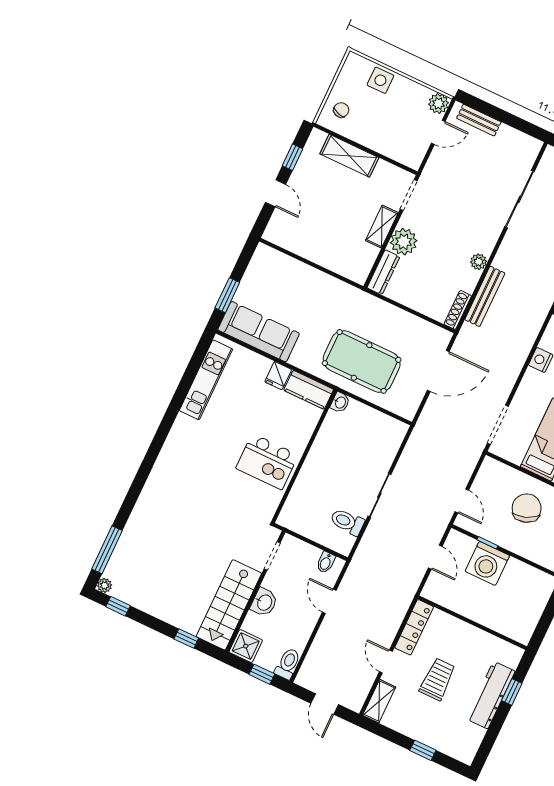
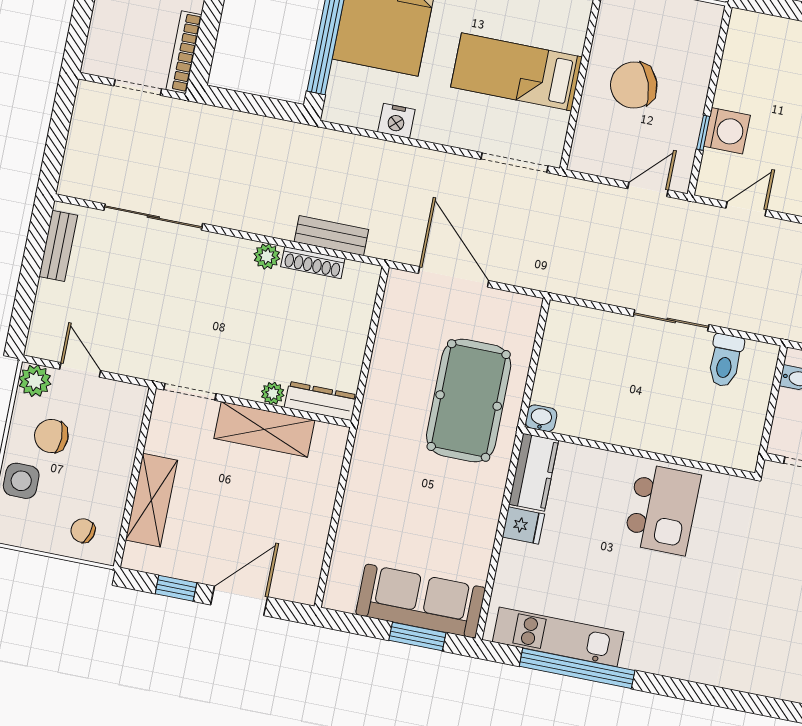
chair: (403, 105) -> (51, 436), added
bench: (479, 120) -> (58, 246), moved
door: (275, 193) -> (239, 601), width x1.38
shelving: (382, 227) -> (264, 429), width x1.50, depth x1.33
plant: (404, 242) -> (273, 393), width x0.53, depth x0.53
bench: (485, 296) -> (331, 236), width x0.73
shoe rack: (458, 310) -> (313, 263), moved
sofa: (259, 332) -> (421, 601), moved, turned 90
window: (184, 386) -> (577, 668), added
washing machine: (487, 563) -> (727, 131), width x0.73, depth x0.73

